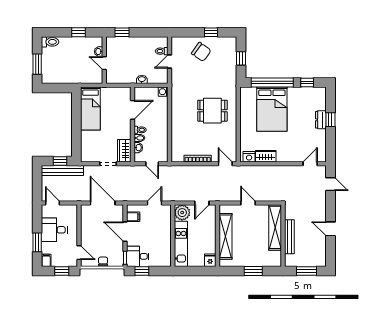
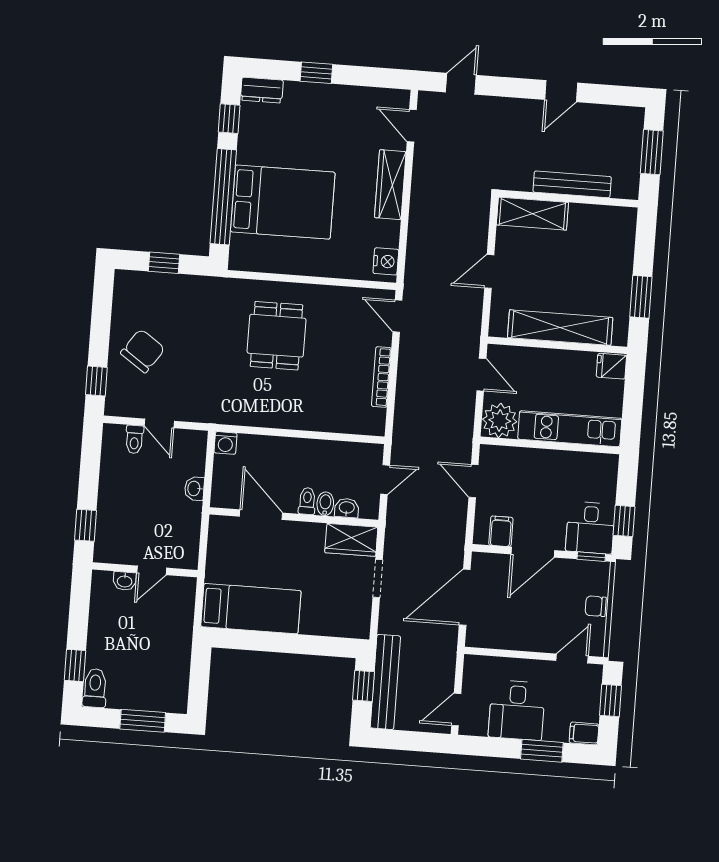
window: (79, 32) -> (75, 665), moved
window: (211, 32) -> (96, 381), moved
dresser: (321, 120) -> (262, 90), moved
wardrobe: (266, 156) -> (390, 185), moved, width x1.50
door: (225, 164) -> (397, 316), hinge flipped
shelving: (275, 227) -> (532, 214), width x0.68
window: (253, 271) -> (641, 297), moved

